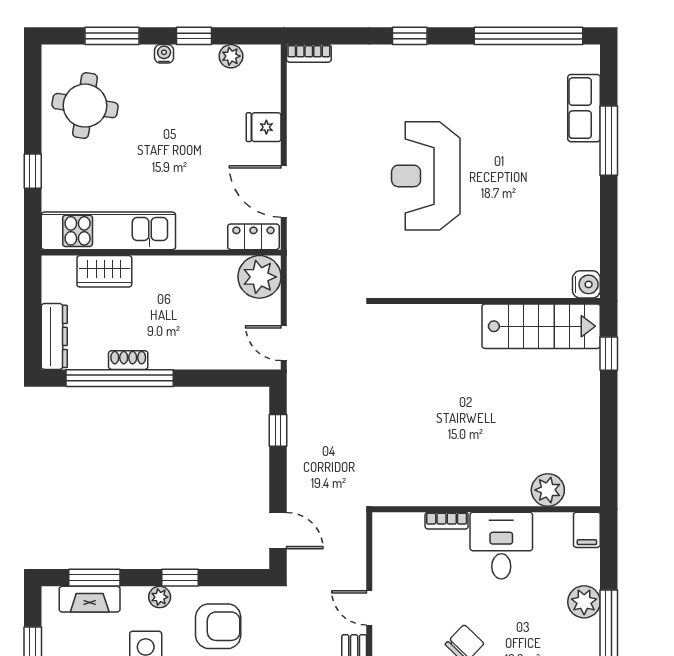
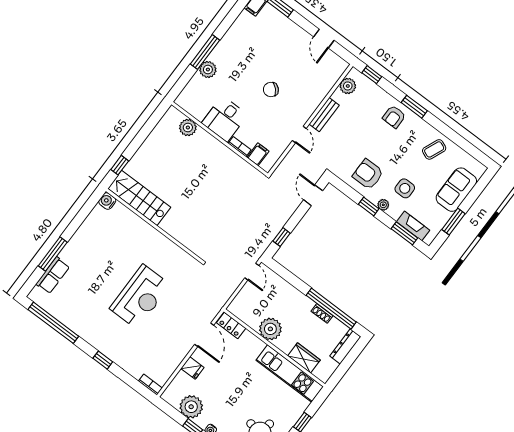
plant: (231, 56) -> (191, 407), width x1.87, depth x1.87
plant: (259, 277) -> (270, 329), moved
filing cabinet: (587, 530) -> (258, 154), moved

